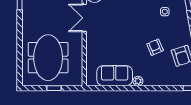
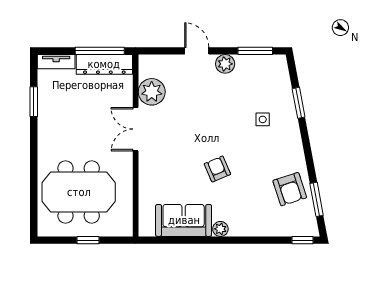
armchair: (155, 47) -> (217, 169), moved
meeting table: (48, 58) -> (79, 192), turned 90

